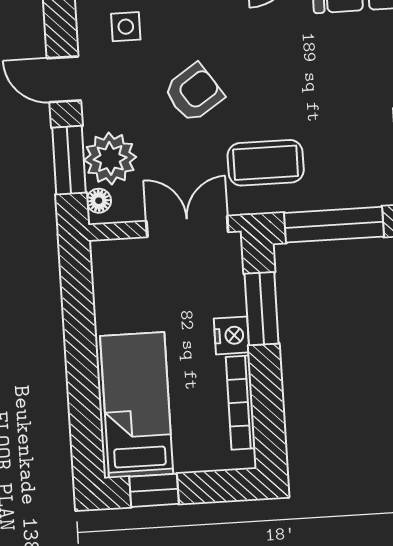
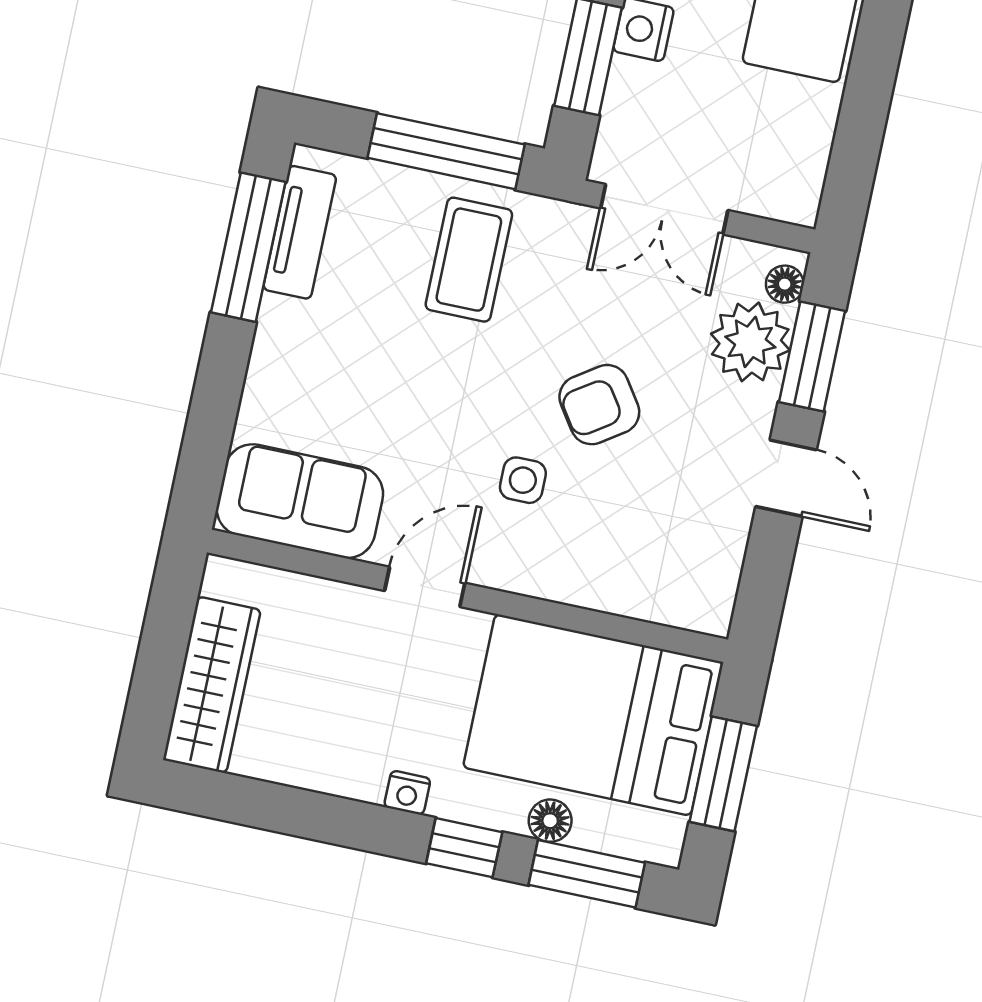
side table: (126, 27) -> (523, 480), moved
coffee table: (266, 163) -> (469, 260), moved, turned 90

